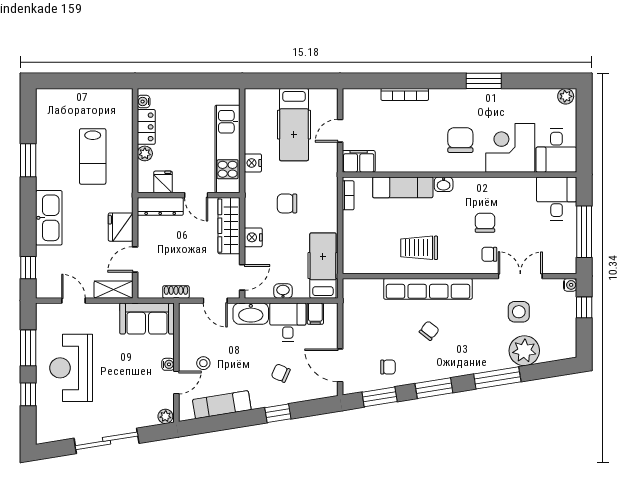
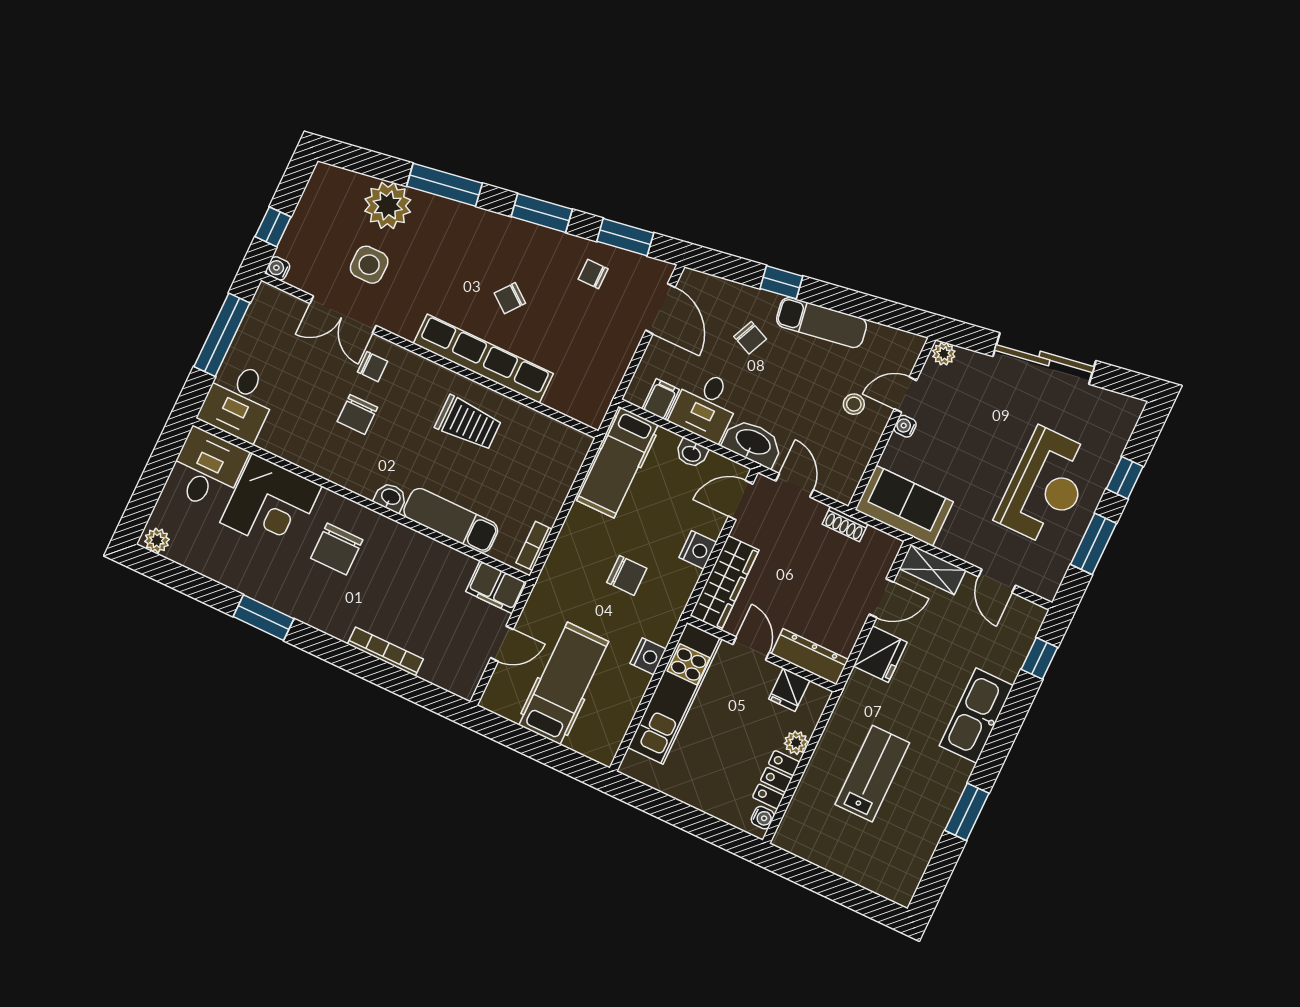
exam couch: (222, 405) -> (821, 323), moved

